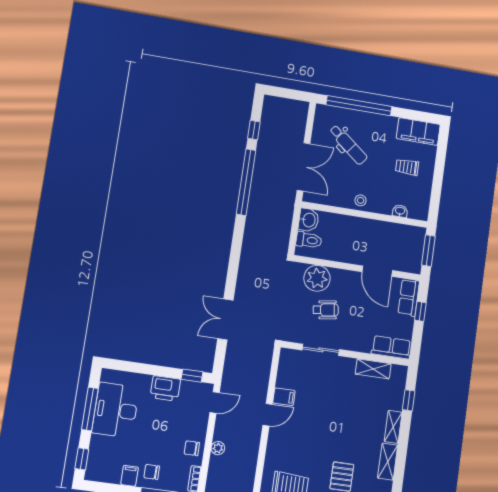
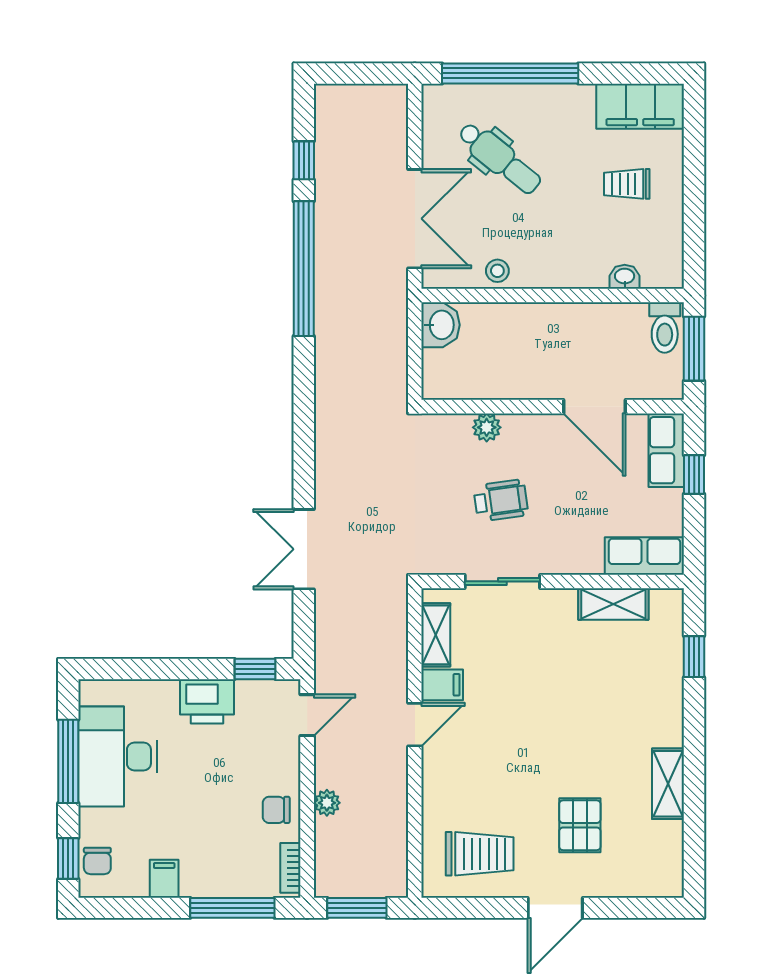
stool: (361, 200) -> (497, 271), moved
toilet: (309, 240) -> (665, 328), moved, turned 90
plant: (317, 278) -> (487, 427), width x0.53, depth x0.53
shelving: (393, 427) -> (436, 635), moved
chair: (152, 472) -> (97, 861), moved, turned -90

